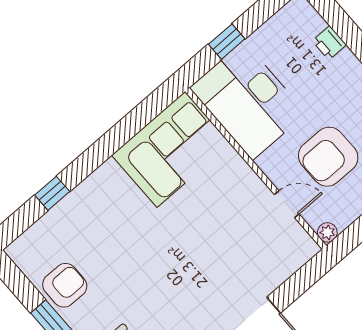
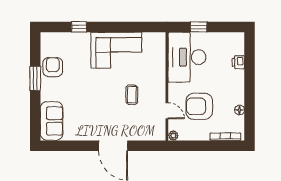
corner sofa: (171, 149) -> (116, 50), moved
coffee table: (215, 225) -> (132, 95), added
armchair: (65, 285) -> (53, 67), turned -90

